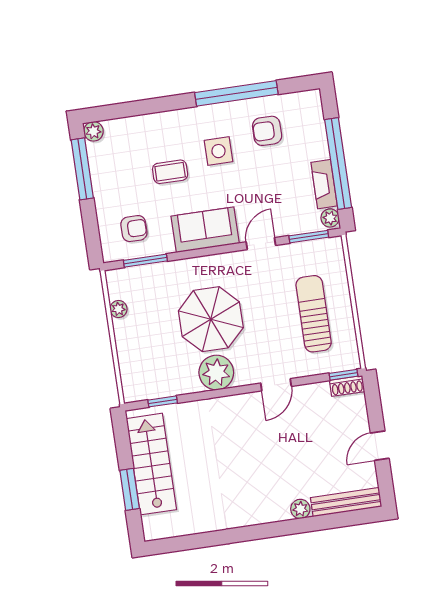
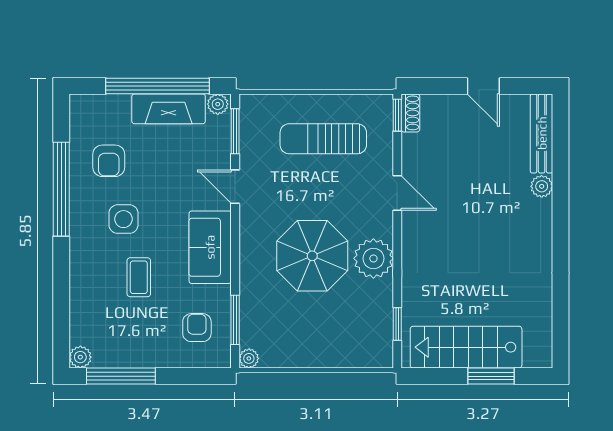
fireplace: (324, 184) -> (169, 109), width x1.37, depth x1.32
plant: (118, 309) -> (249, 358), moved

